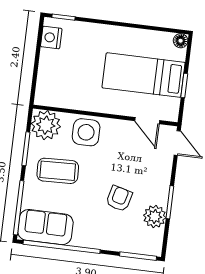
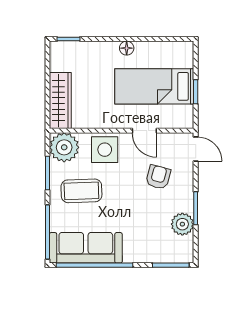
nightstand: (51, 38) -> (59, 61), removed
floor lamp: (181, 41) -> (127, 48), moved
wardrobe: (48, 78) -> (60, 101), added
door: (147, 121) -> (144, 131), moved
armchair: (119, 199) -> (158, 177), moved
sofa: (45, 227) -> (86, 248), width x1.36

